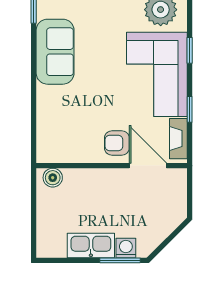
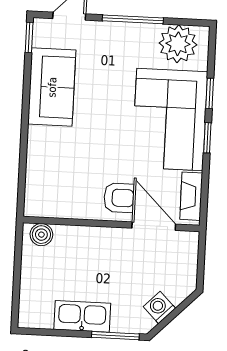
window: (190, 109) -> (207, 138), moved
armchair: (117, 143) -> (119, 198), turned 180
washing machine: (126, 248) -> (159, 307), moved, turned -45

